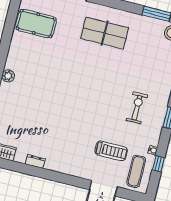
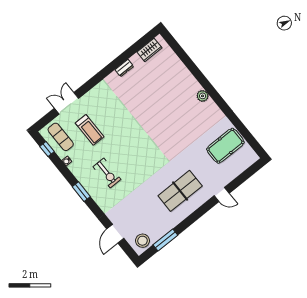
treadmill: (111, 151) -> (90, 130), turned -90
window: (158, 164) -> (47, 149), moved

